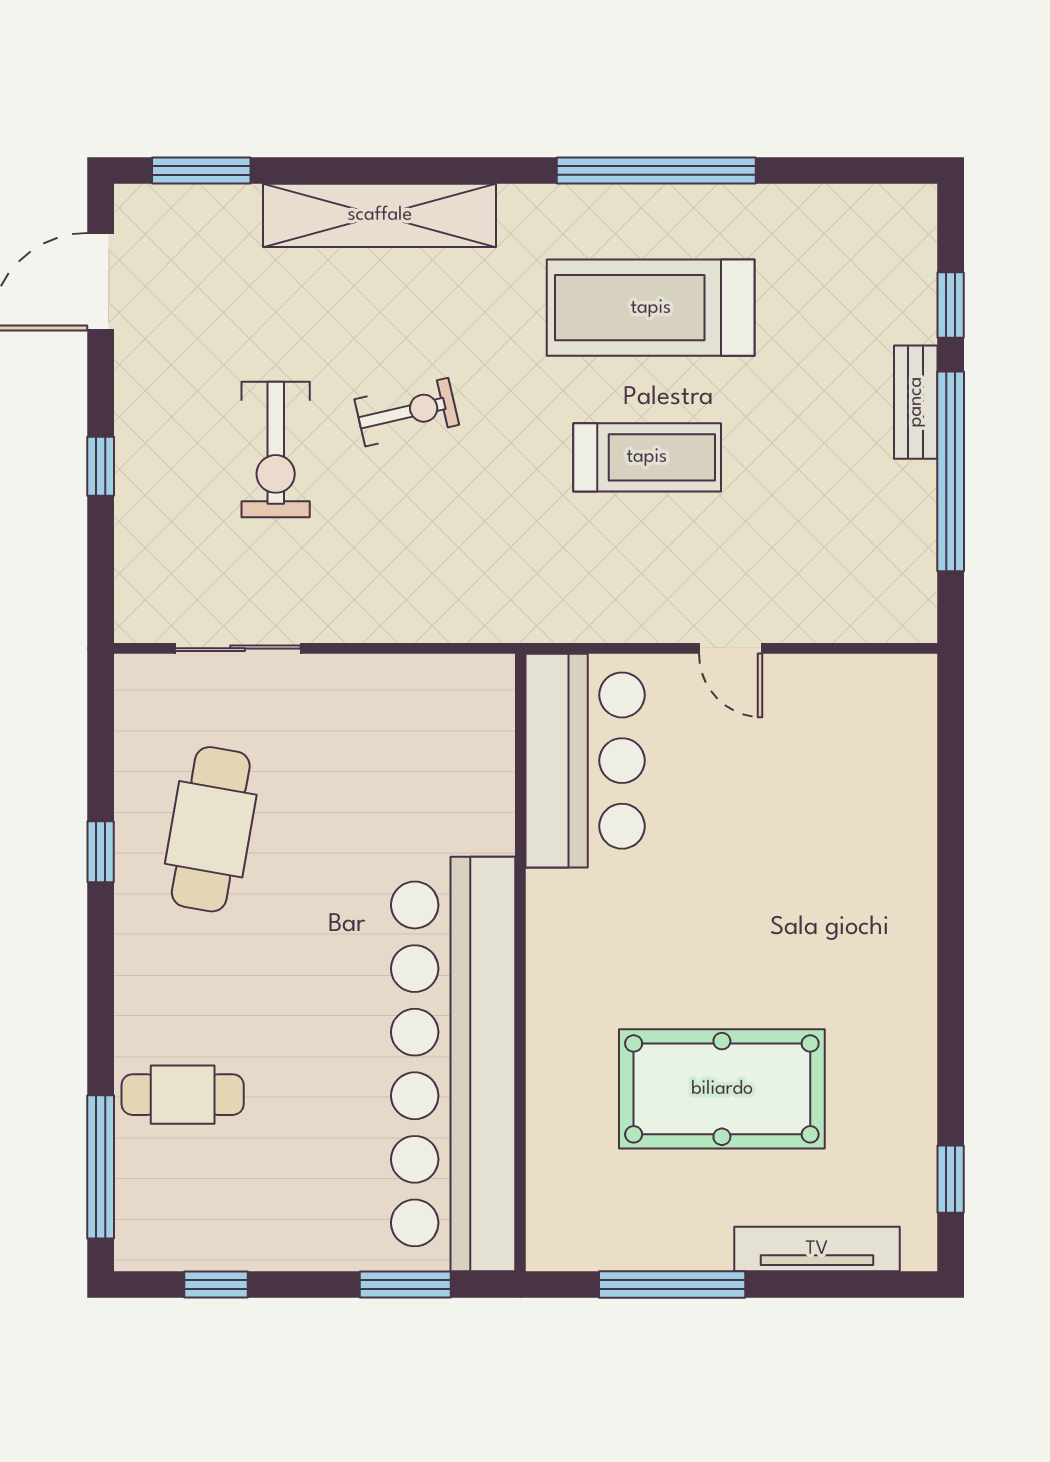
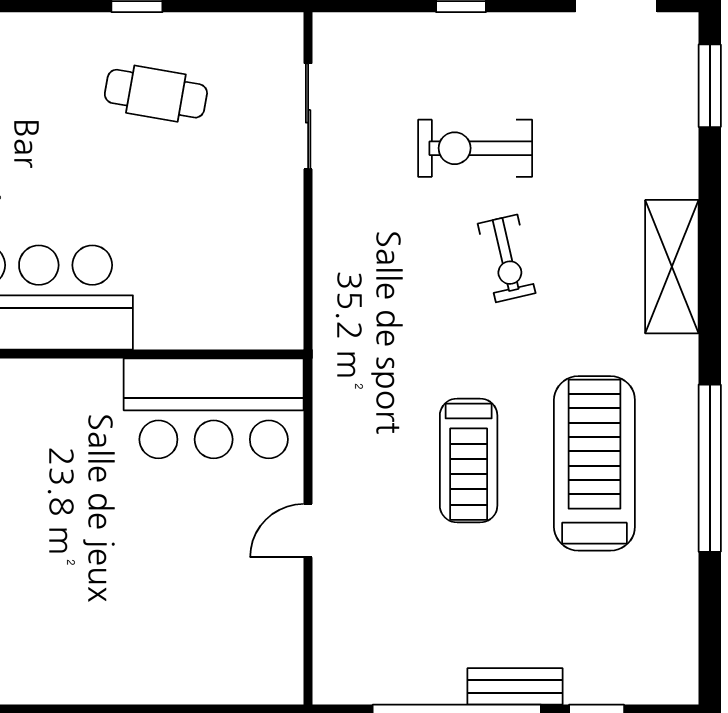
shelving: (380, 215) -> (672, 267), width x0.68
cafe table: (211, 829) -> (156, 94), width x0.73, depth x0.74

